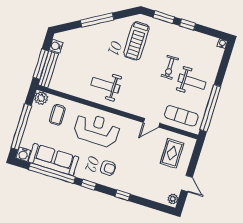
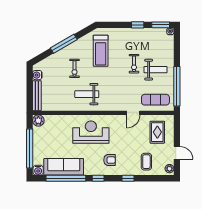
window: (164, 17) -> (161, 25), moved
exercise bike: (101, 52) -> (75, 68), added
window: (41, 64) -> (30, 93), removed
coffee table: (57, 115) -> (146, 162), moved

